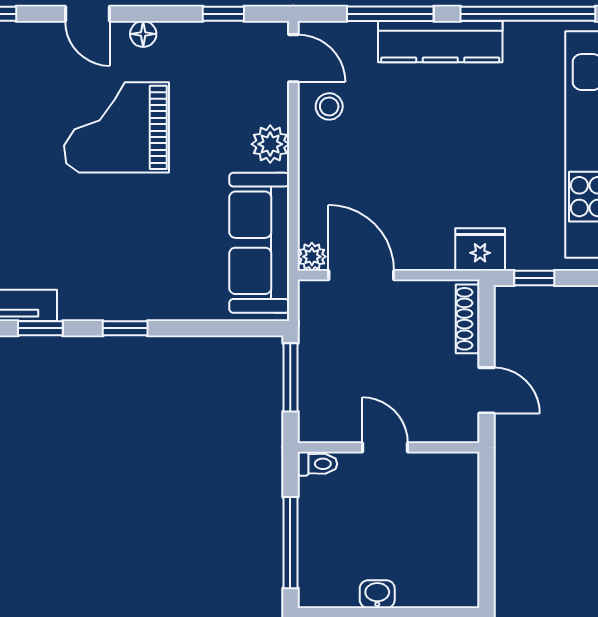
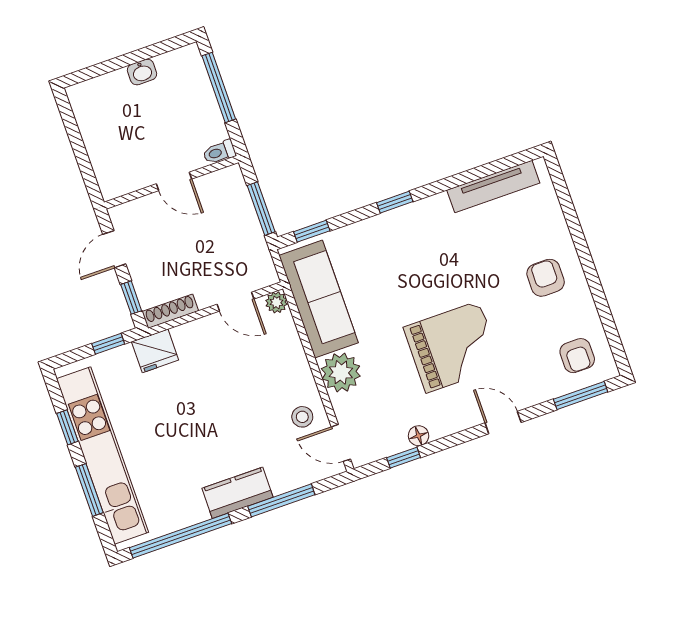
floor lamp: (143, 34) -> (419, 436), moved
kitchen counter: (440, 42) -> (238, 493), width x0.67
plant: (270, 144) -> (341, 372), width x1.36, depth x1.36
door: (361, 275) -> (235, 302), width x0.73
shoe rack: (468, 319) -> (170, 311), moved, turned -90
window: (486, 324) -> (131, 298), added
window: (40, 328) -> (312, 231), moved
door: (486, 390) -> (114, 249), hinge flipped

